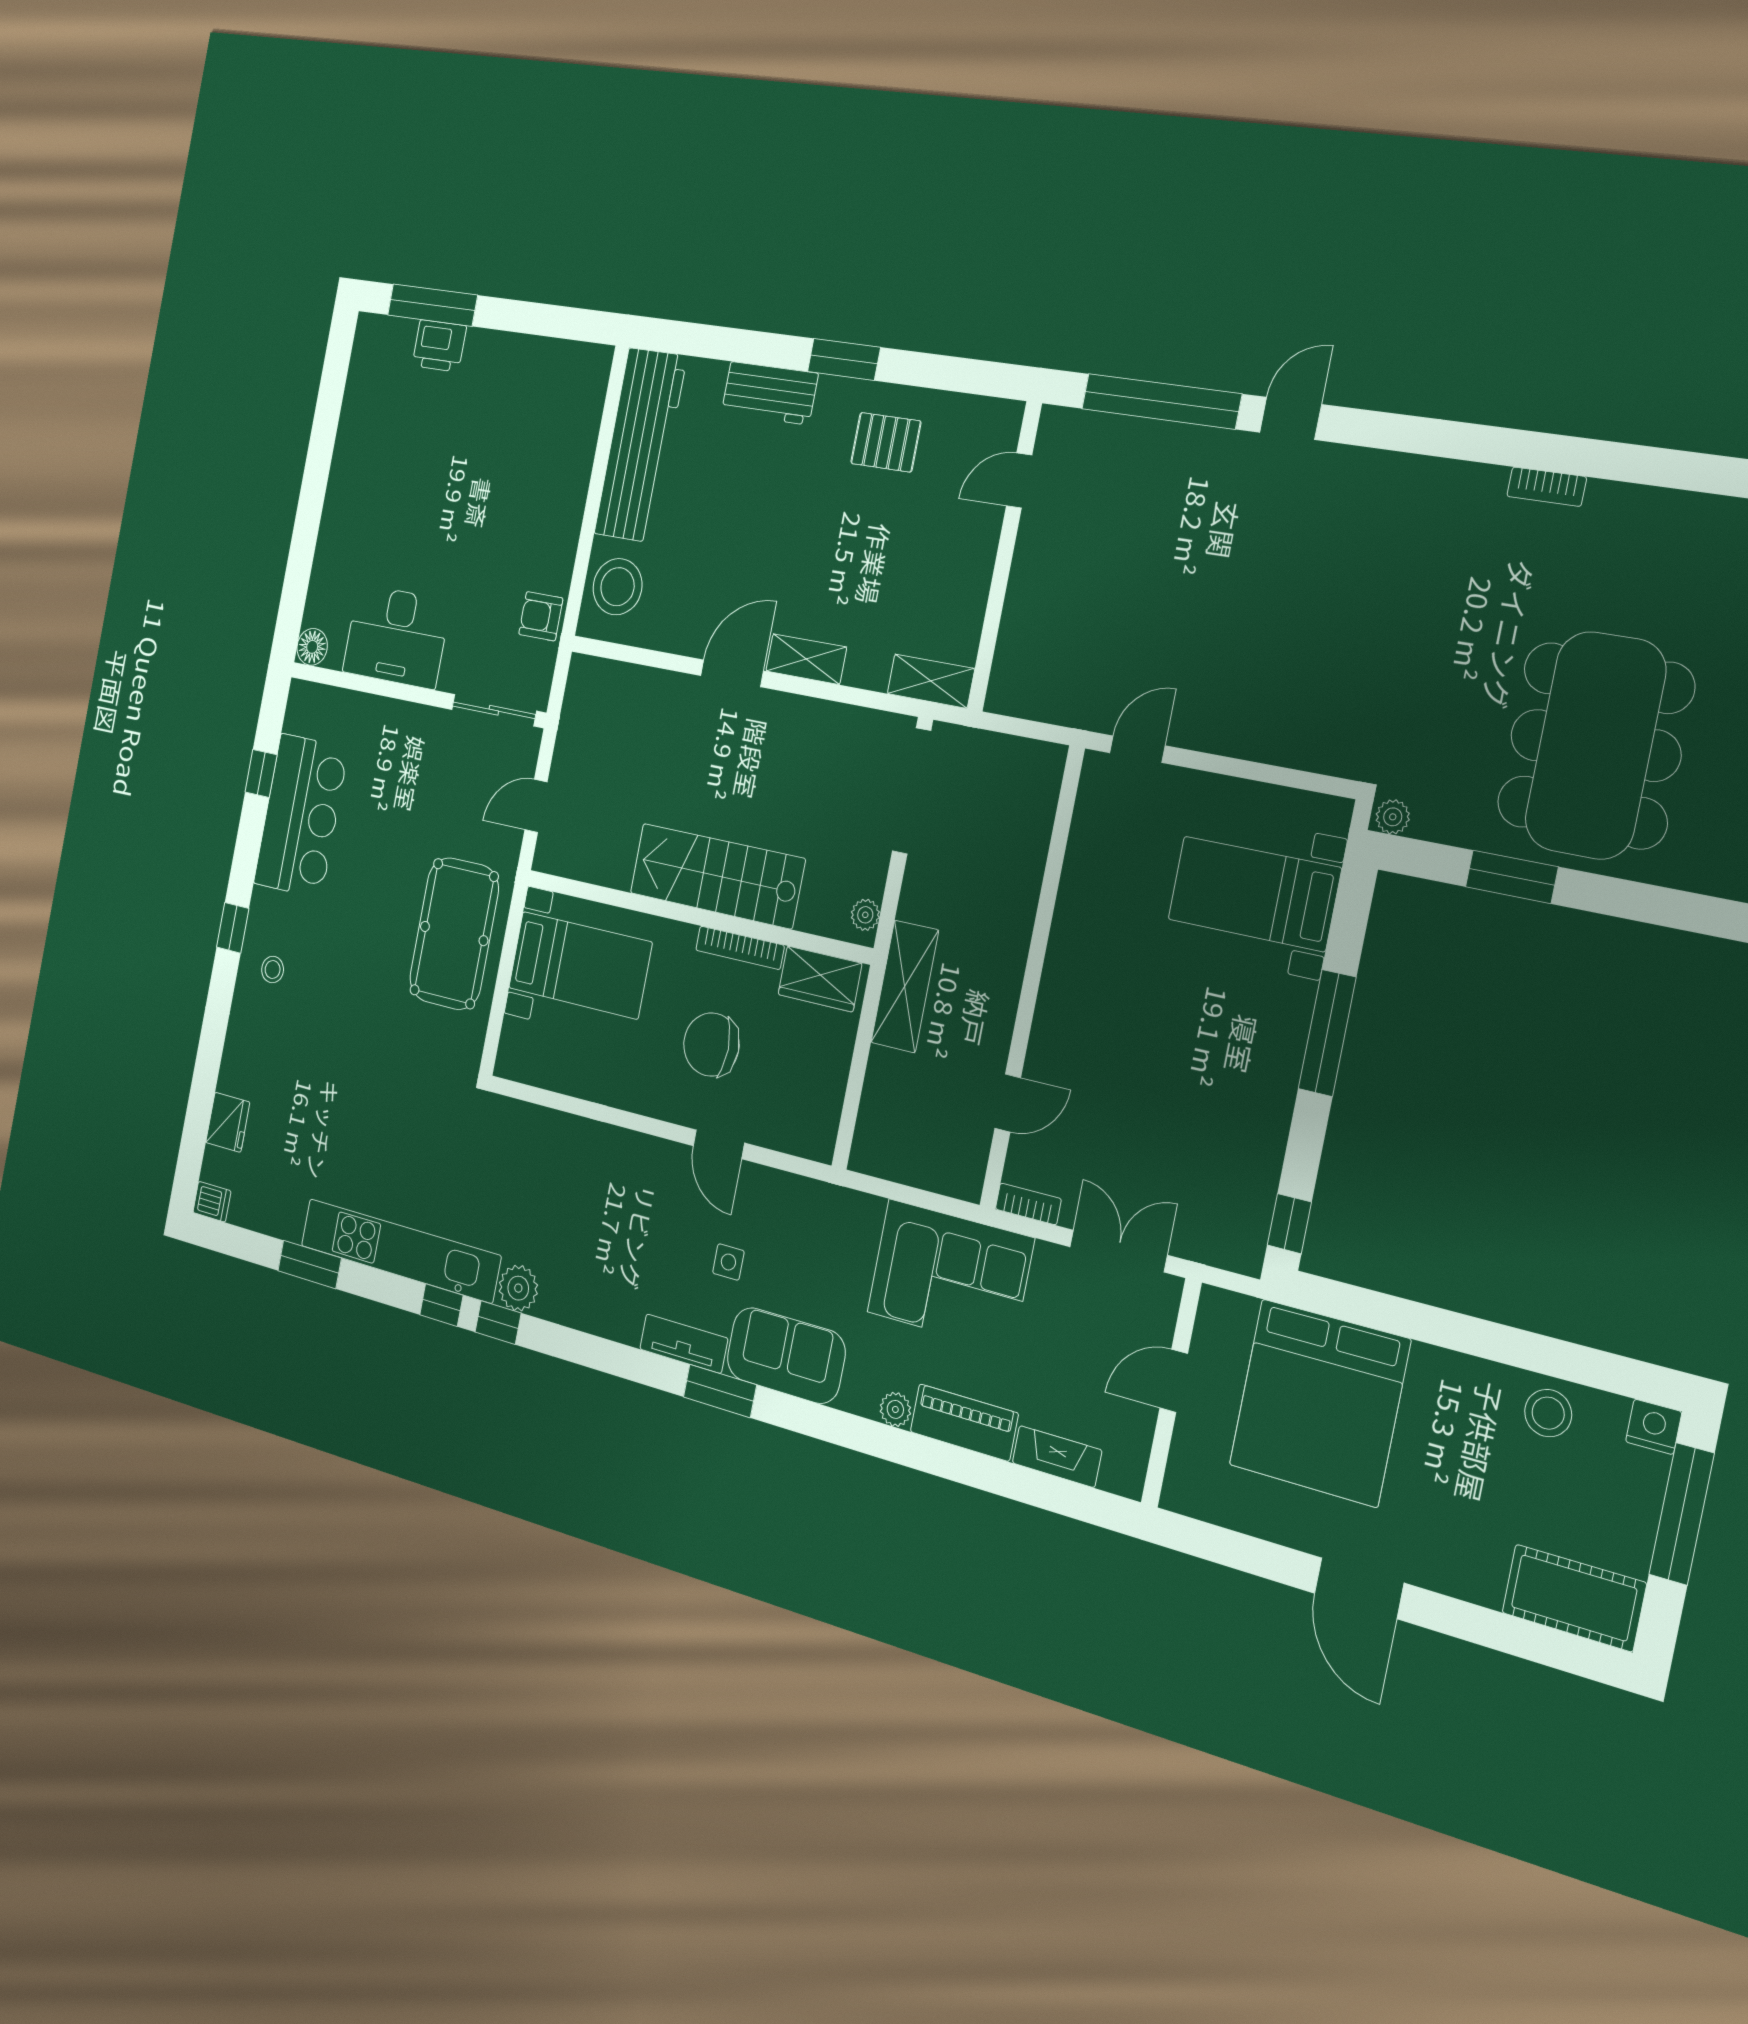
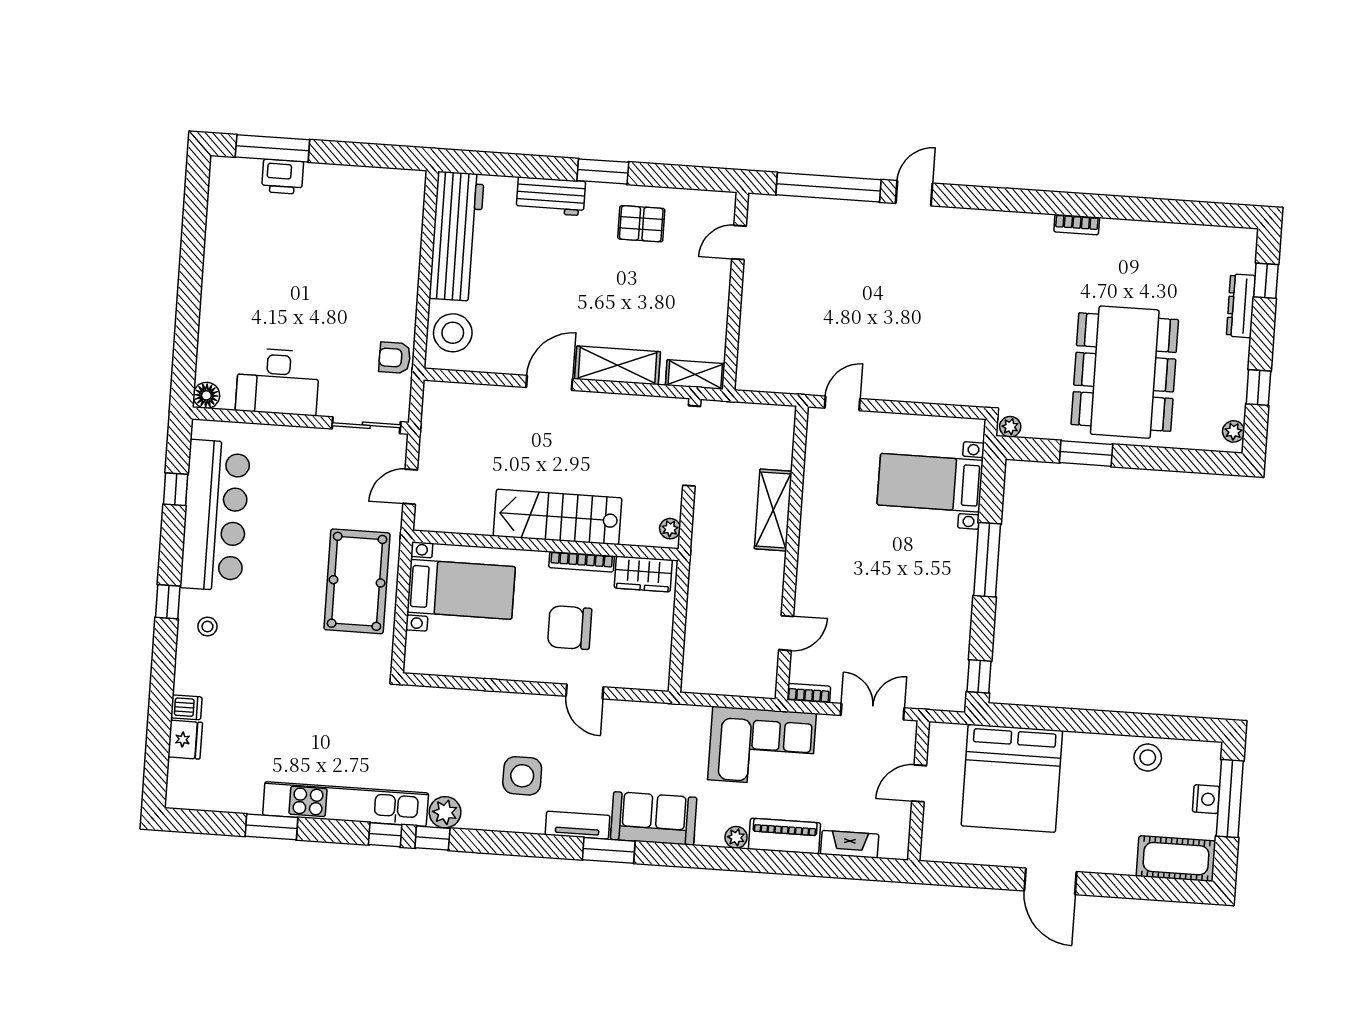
shelving: (806, 659) -> (617, 365), width x1.50, depth x1.33
bar counter: (301, 816) -> (215, 515), width x1.36
shelving: (905, 986) -> (773, 510), moved
dishwasher: (212, 1202) -> (186, 707), moved
side table: (728, 1262) -> (522, 776), moved, width x1.87, depth x1.87
nightstand: (1654, 1427) -> (1206, 799), moved, turned 90

